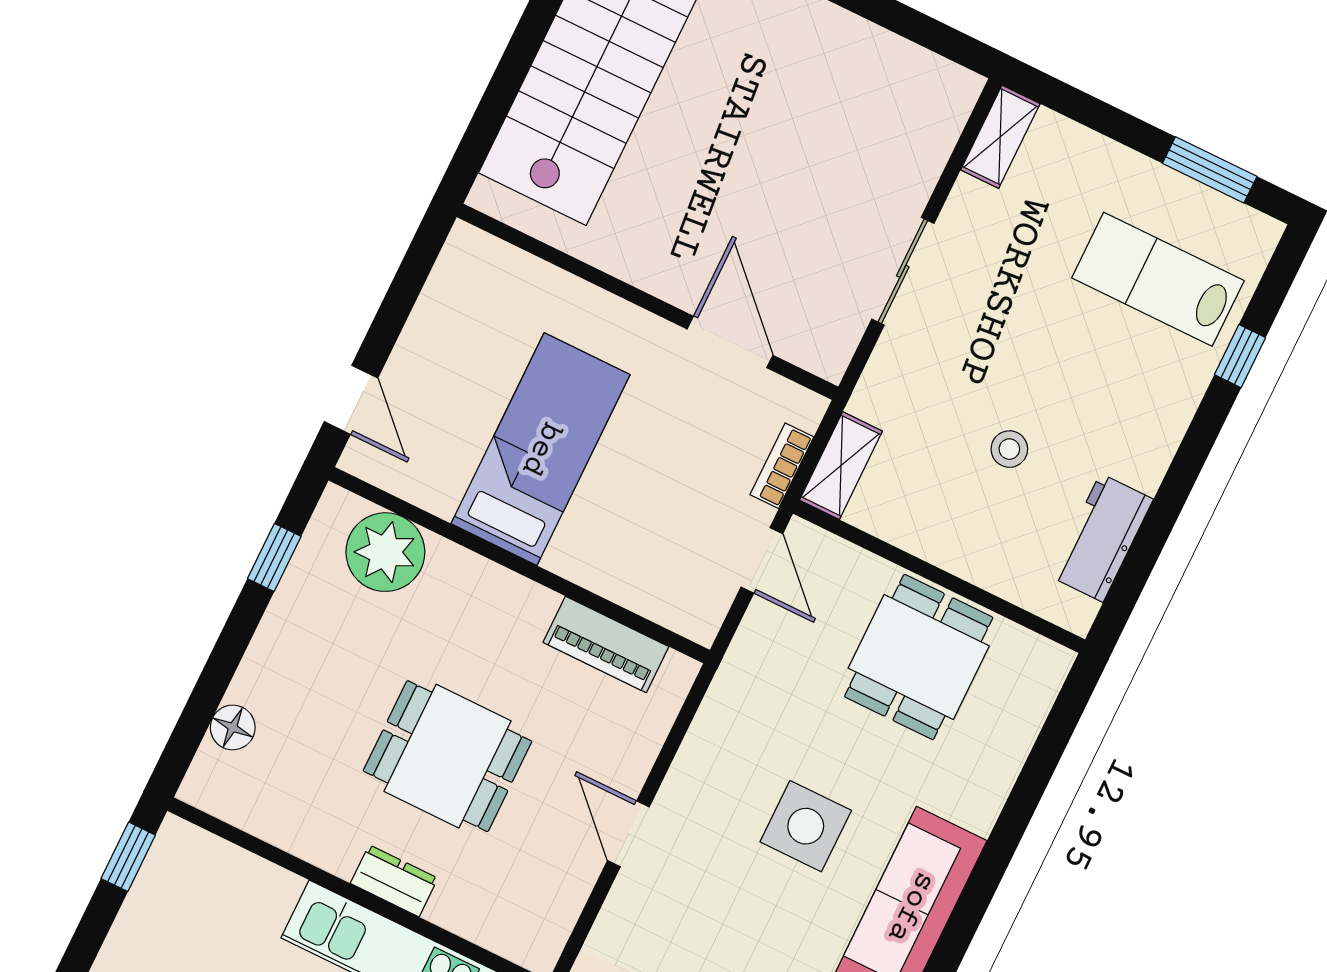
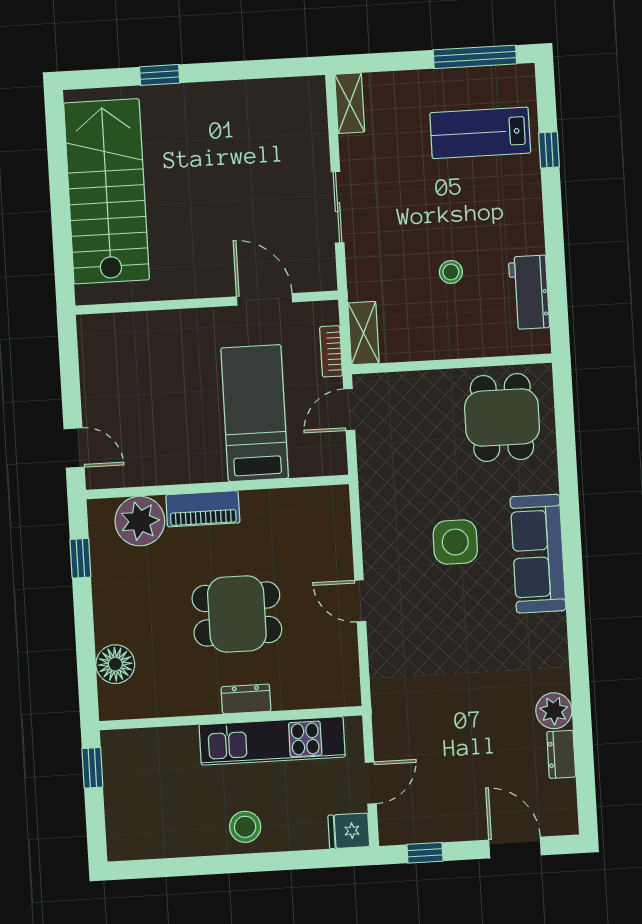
window: (1210, 170) -> (475, 57), width x1.44
bed: (541, 449) -> (255, 413), moved
door: (762, 560) -> (349, 409), swing flipped
piano: (606, 644) -> (203, 509), moved
dining table: (919, 657) -> (502, 418), moved
floor lamp: (233, 727) -> (115, 664), width x1.38, depth x1.38

